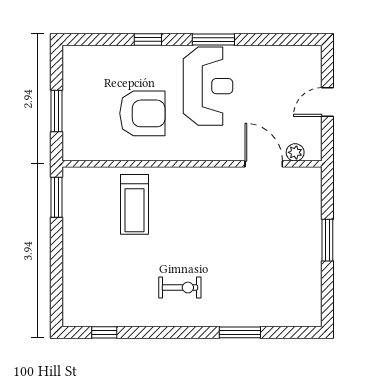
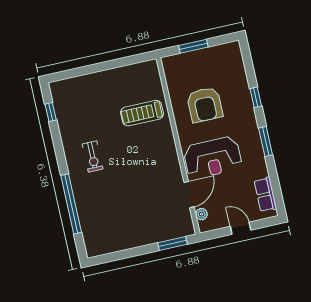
row of seats: (288, 57) -> (265, 195), added
reception desk: (208, 86) -> (213, 158), moved
window: (56, 197) -> (135, 59), removed
window: (327, 240) -> (172, 243), moved
window: (240, 332) -> (71, 204), width x2.11

